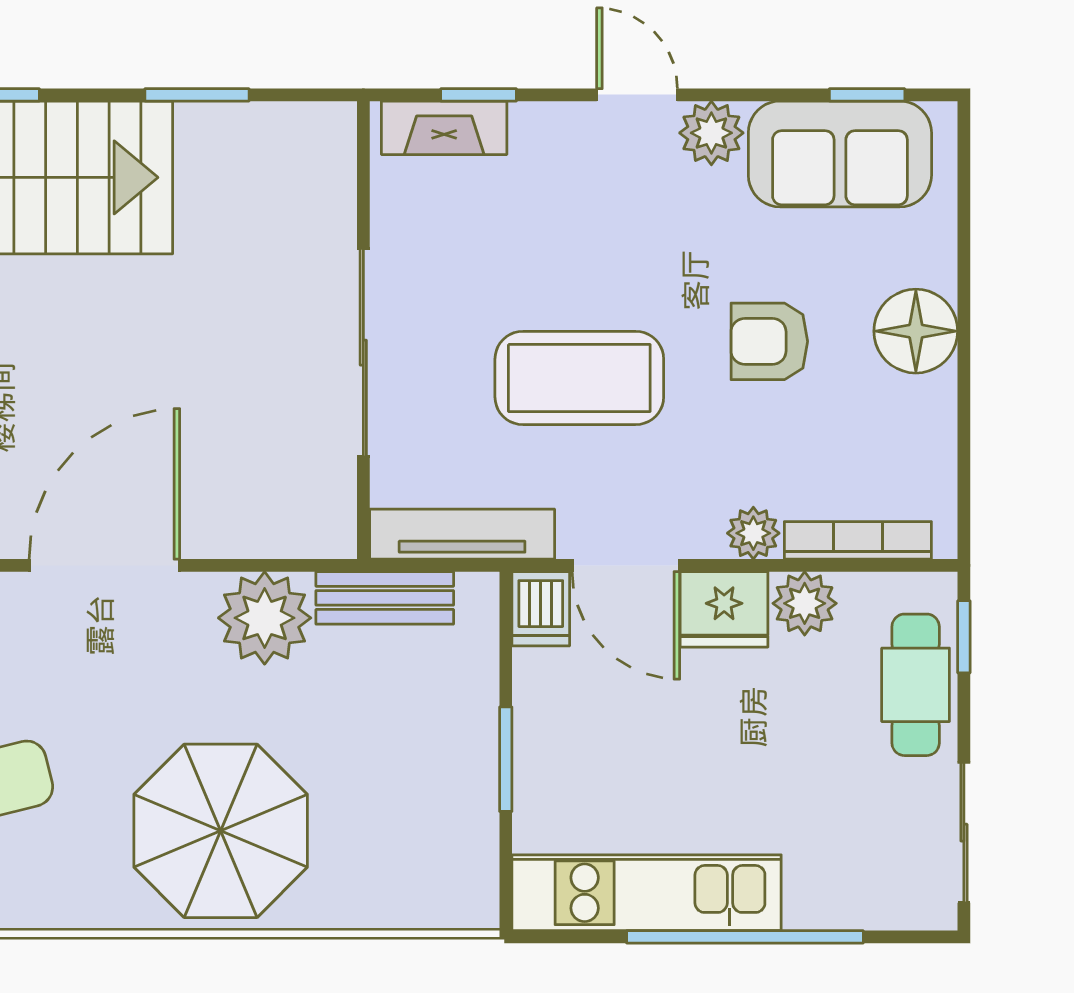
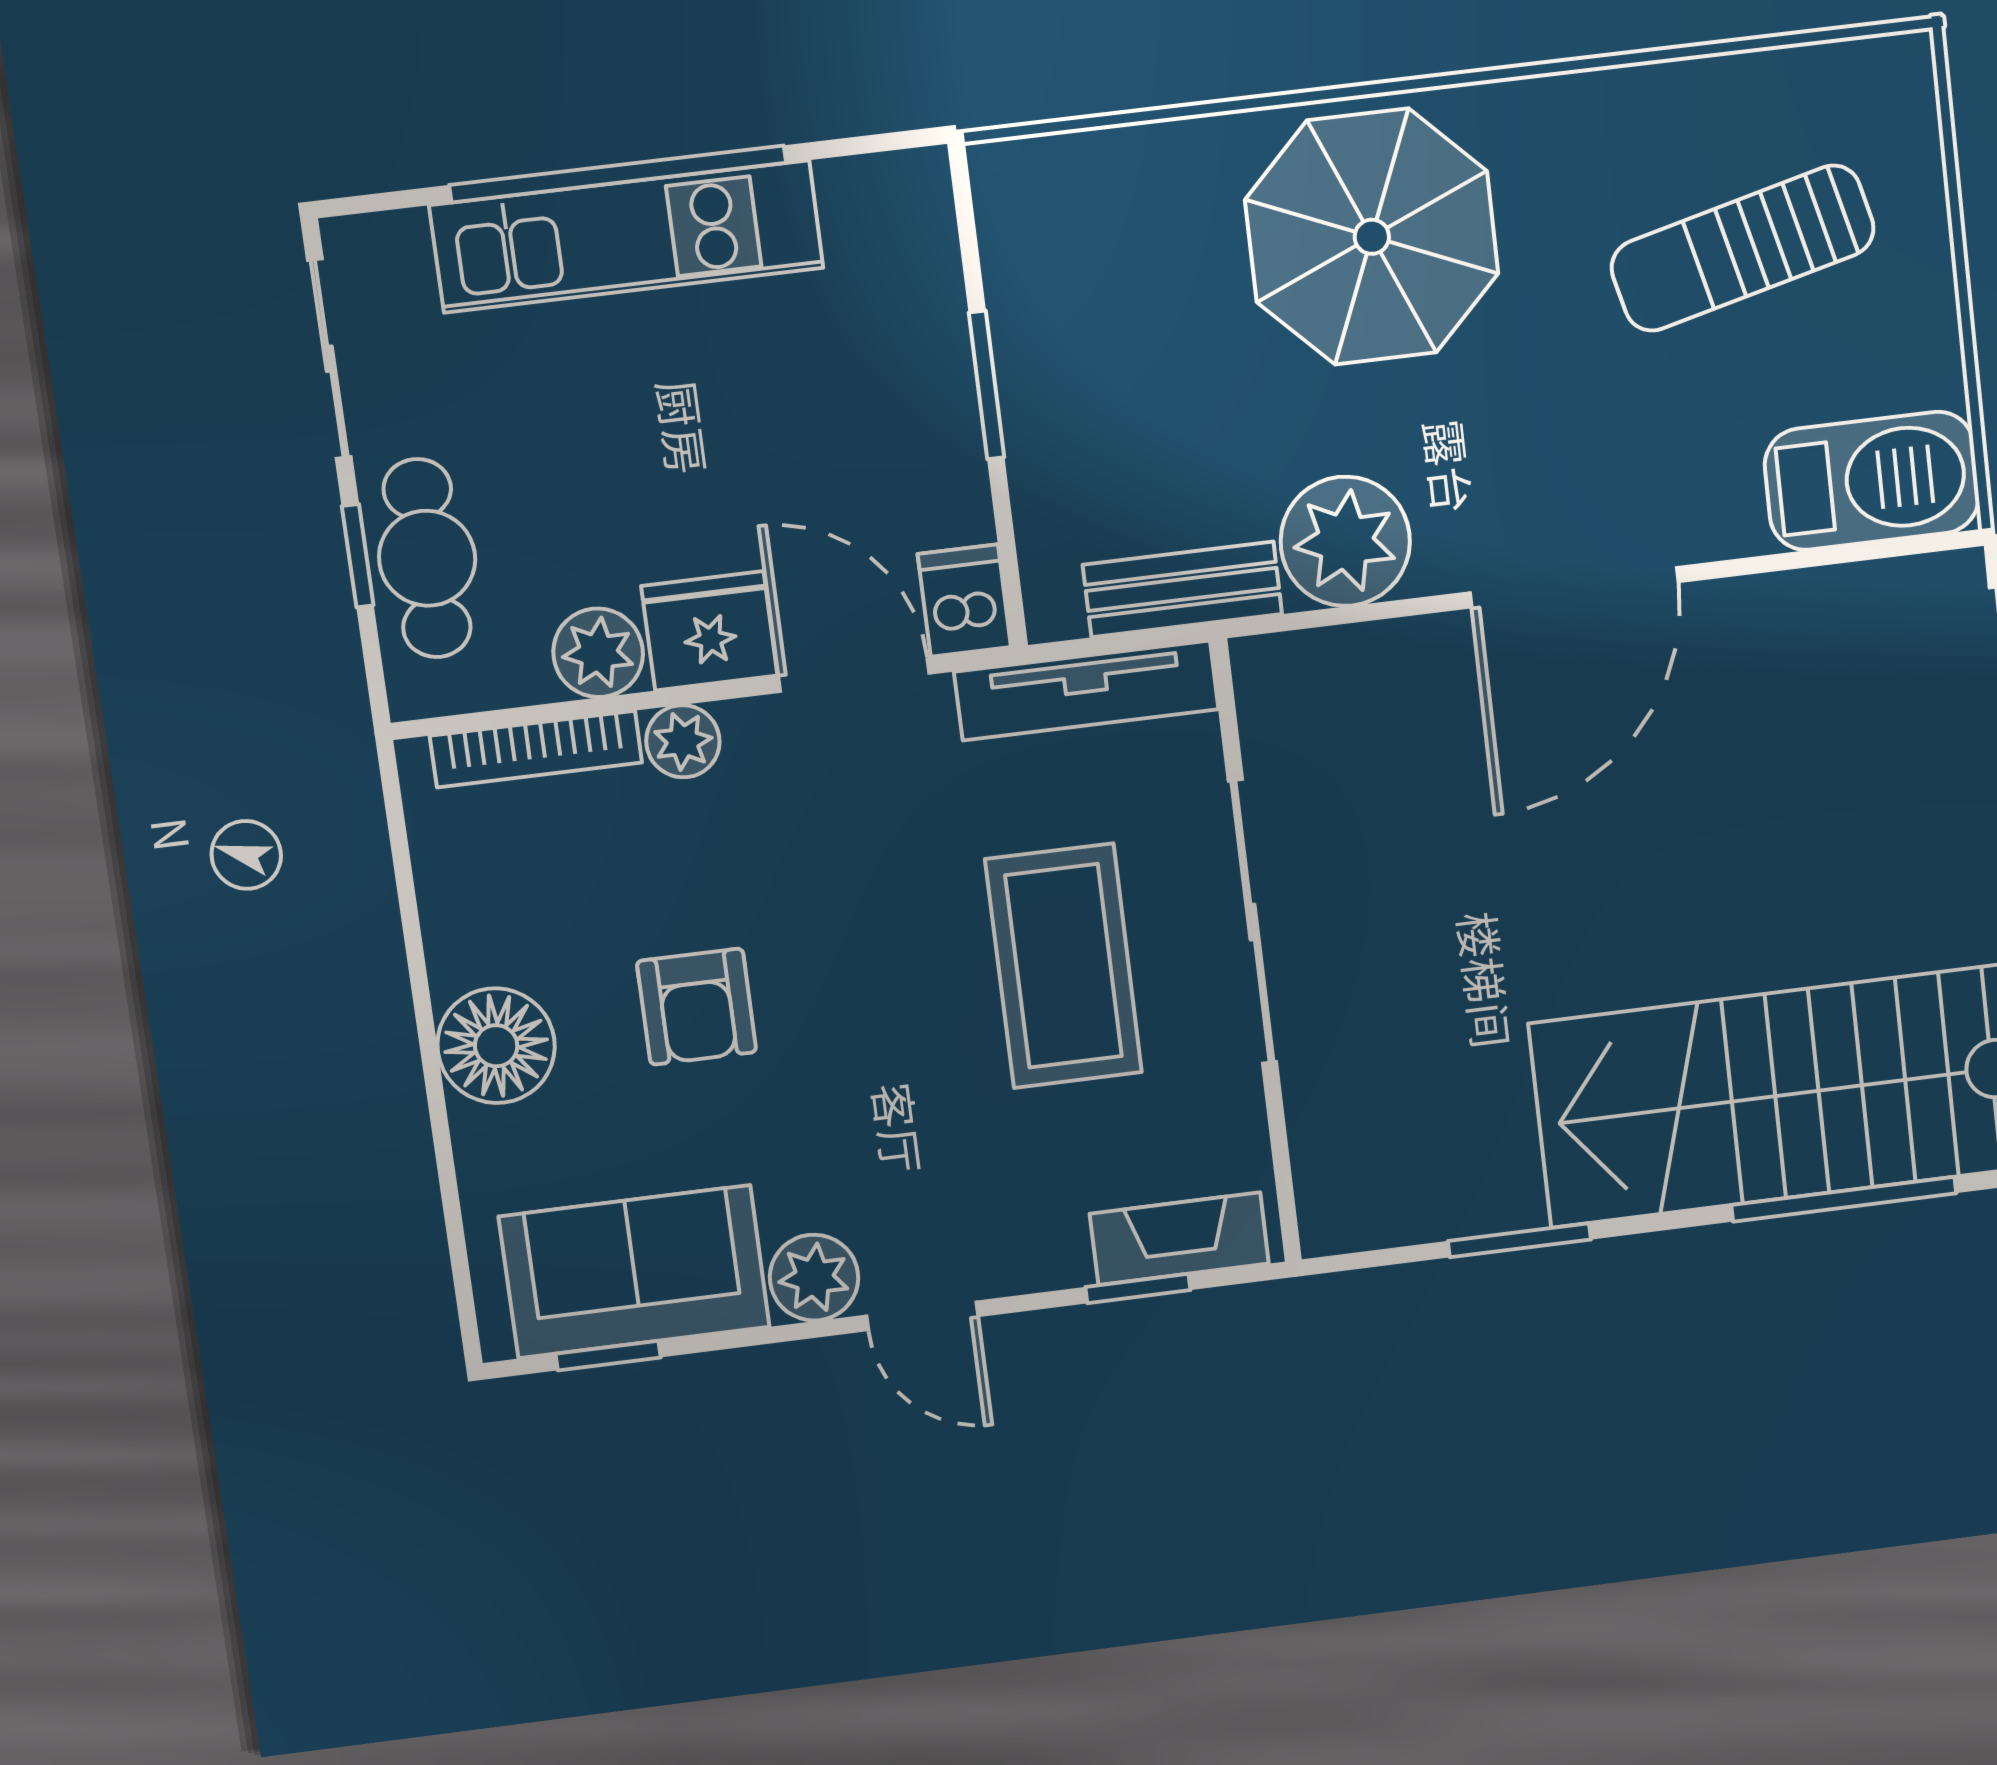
armchair: (769, 341) -> (697, 1007), turned 90
coffee table: (579, 378) -> (1064, 966), moved, turned 90
window: (964, 637) -> (358, 556), moved
kitchen unit: (647, 893) -> (627, 237), moved

